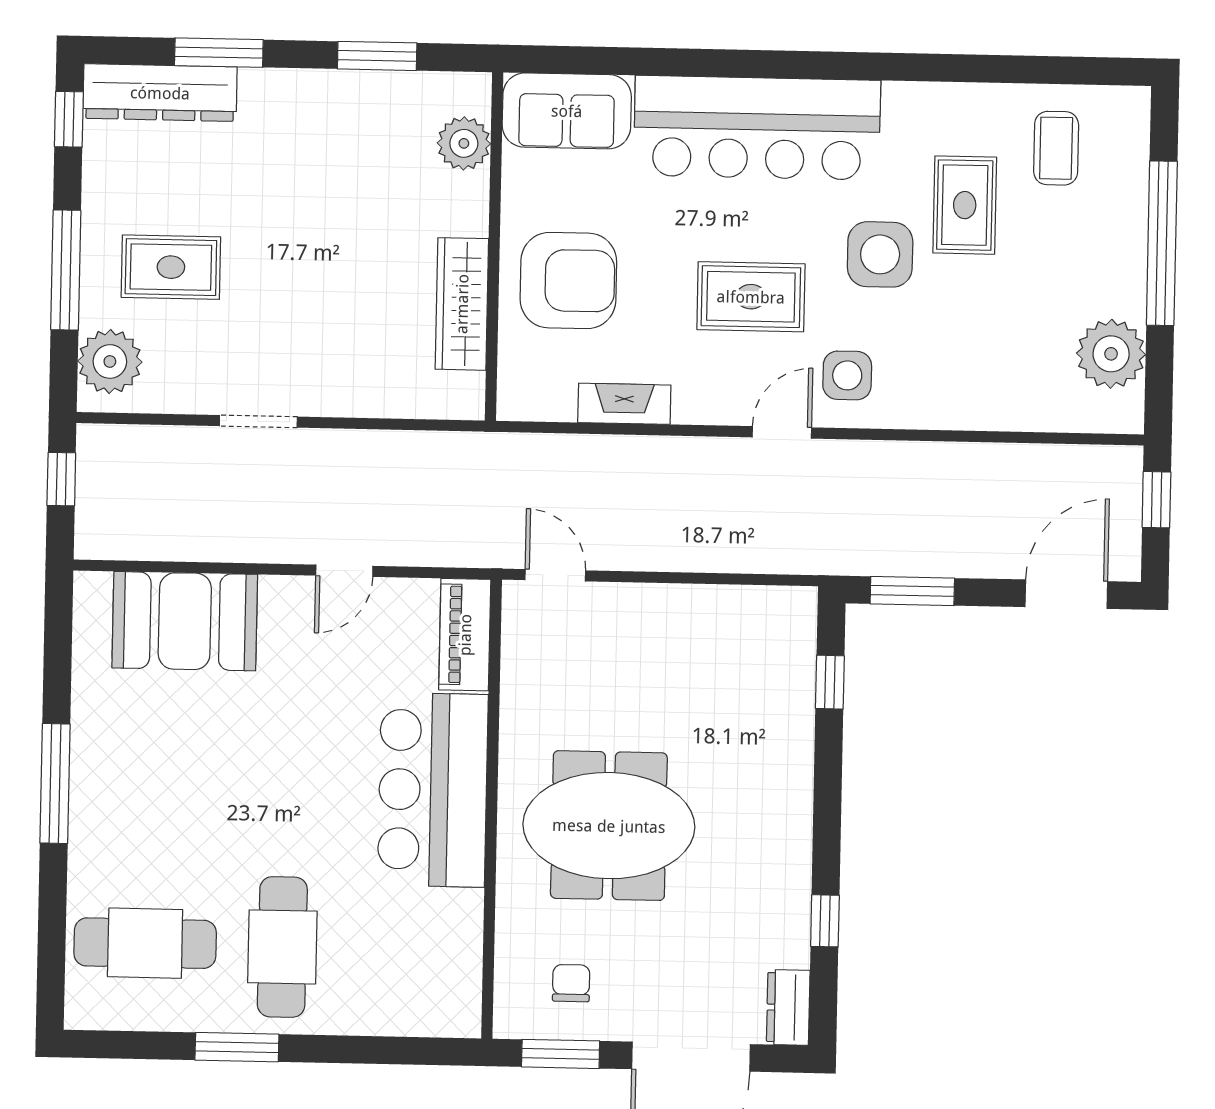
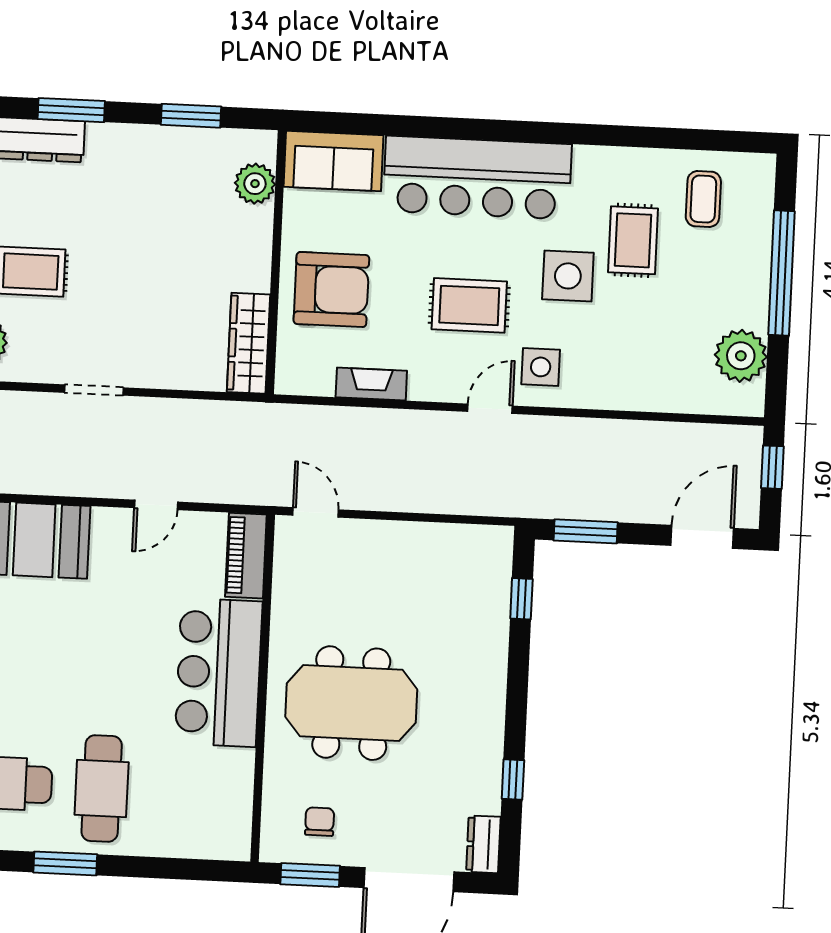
wardrobe: (462, 304) -> (249, 343), moved

